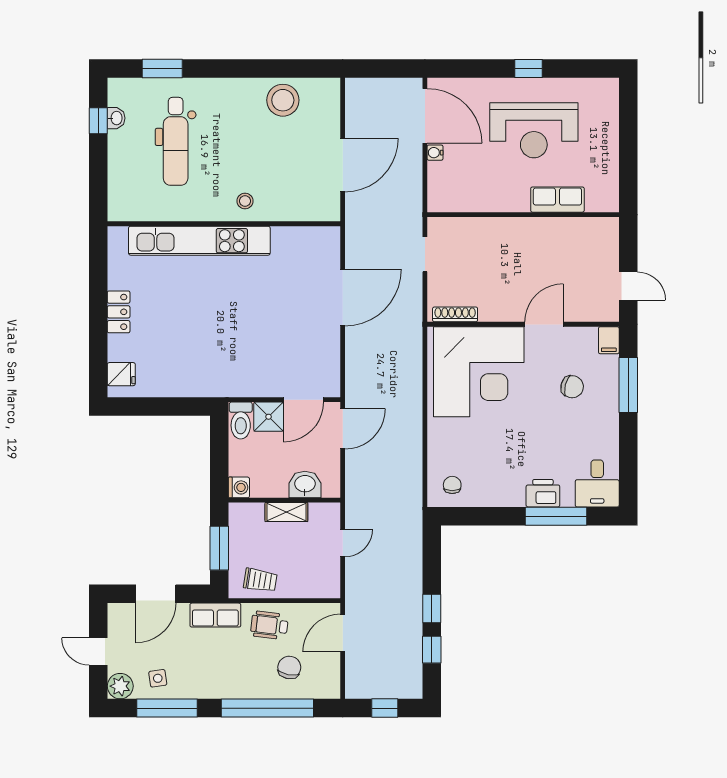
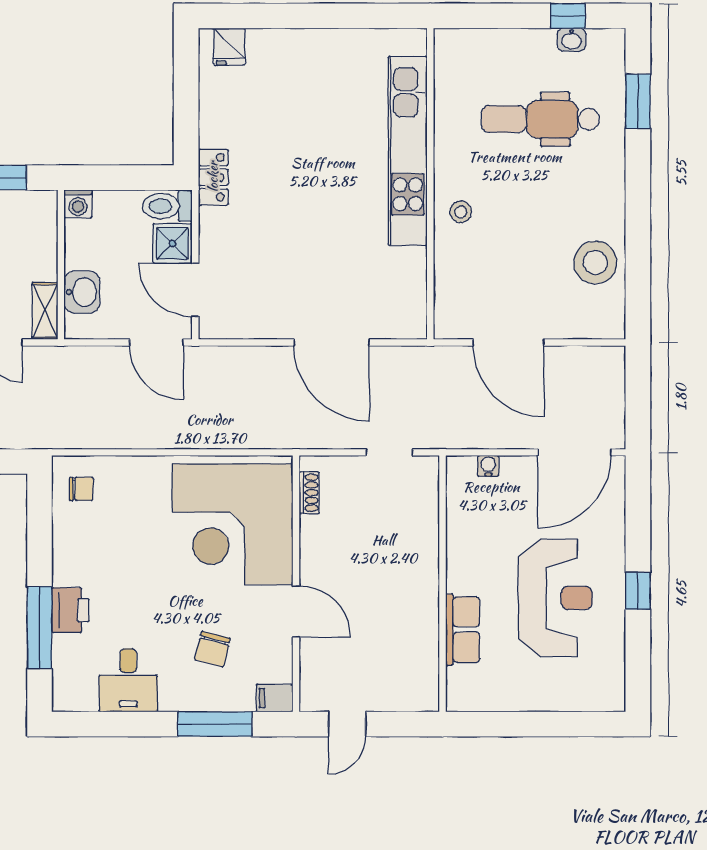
reception desk: (534, 130) -> (555, 598), turned 180
water cooler: (435, 153) -> (488, 466), moved
locker: (119, 312) -> (213, 177), moved, turned -90
shoe rack: (455, 314) -> (309, 493), width x0.70
desk: (597, 483) -> (128, 680), moved, turned -90
shelving: (286, 512) -> (45, 311), moved

